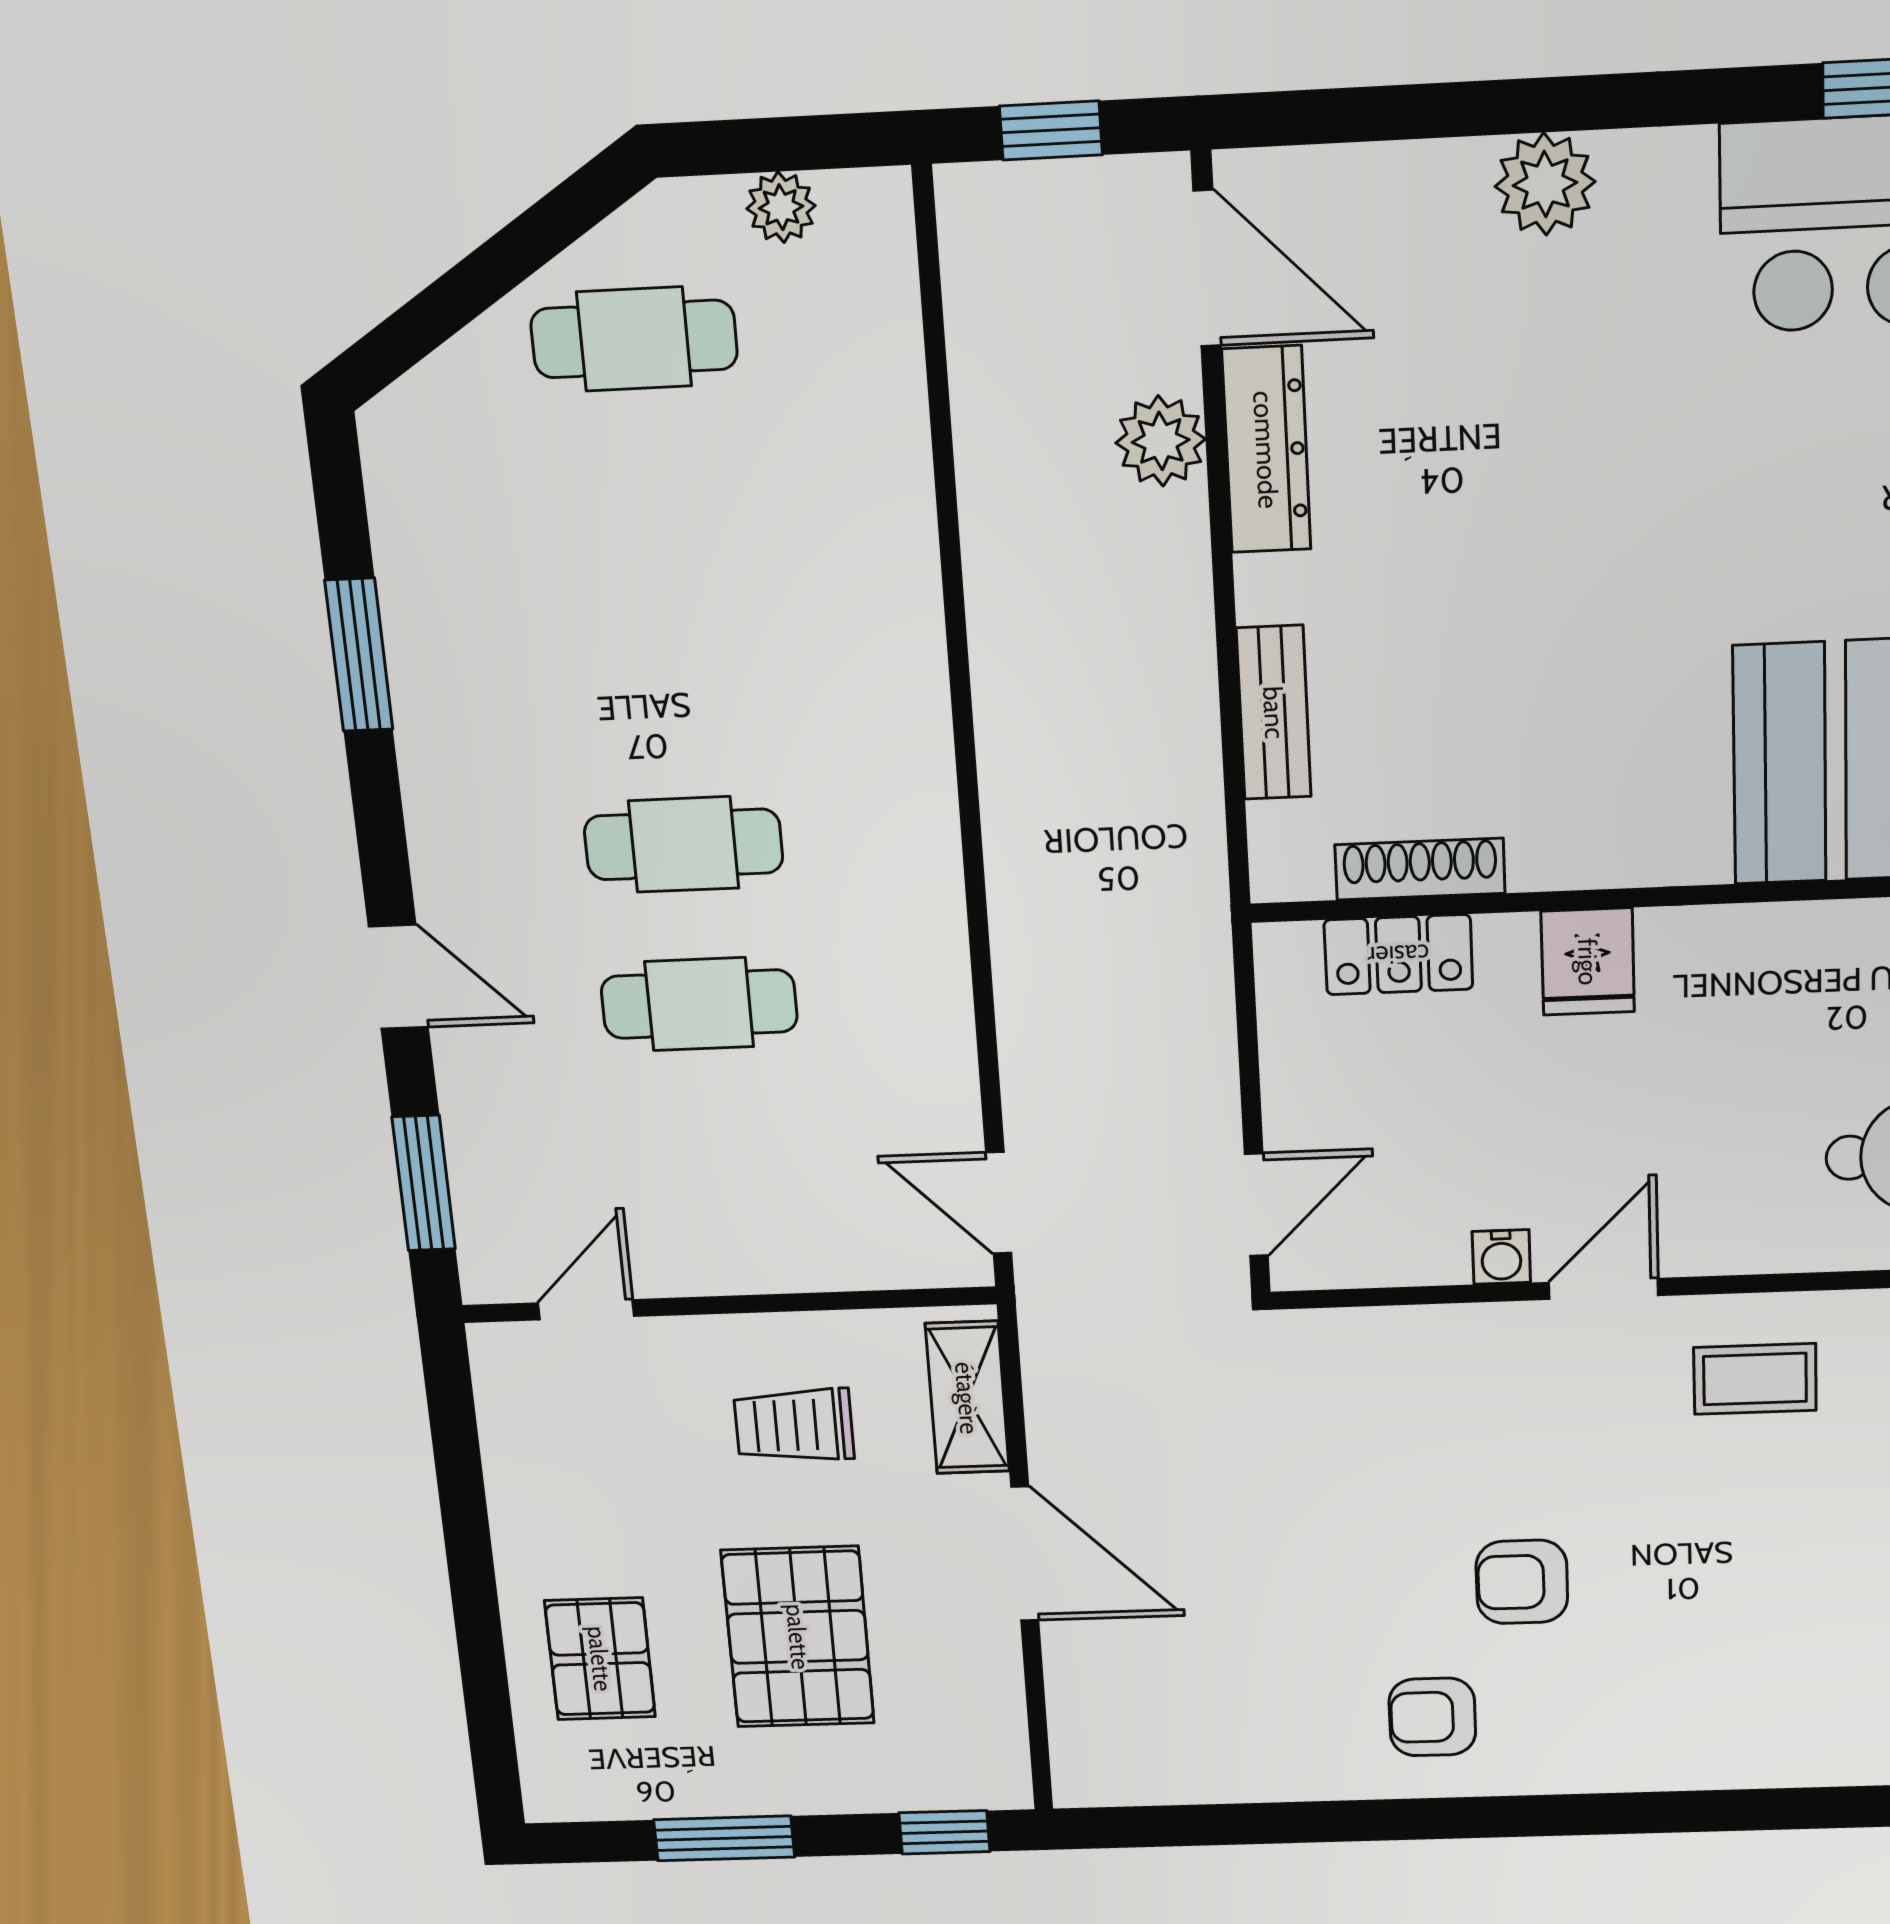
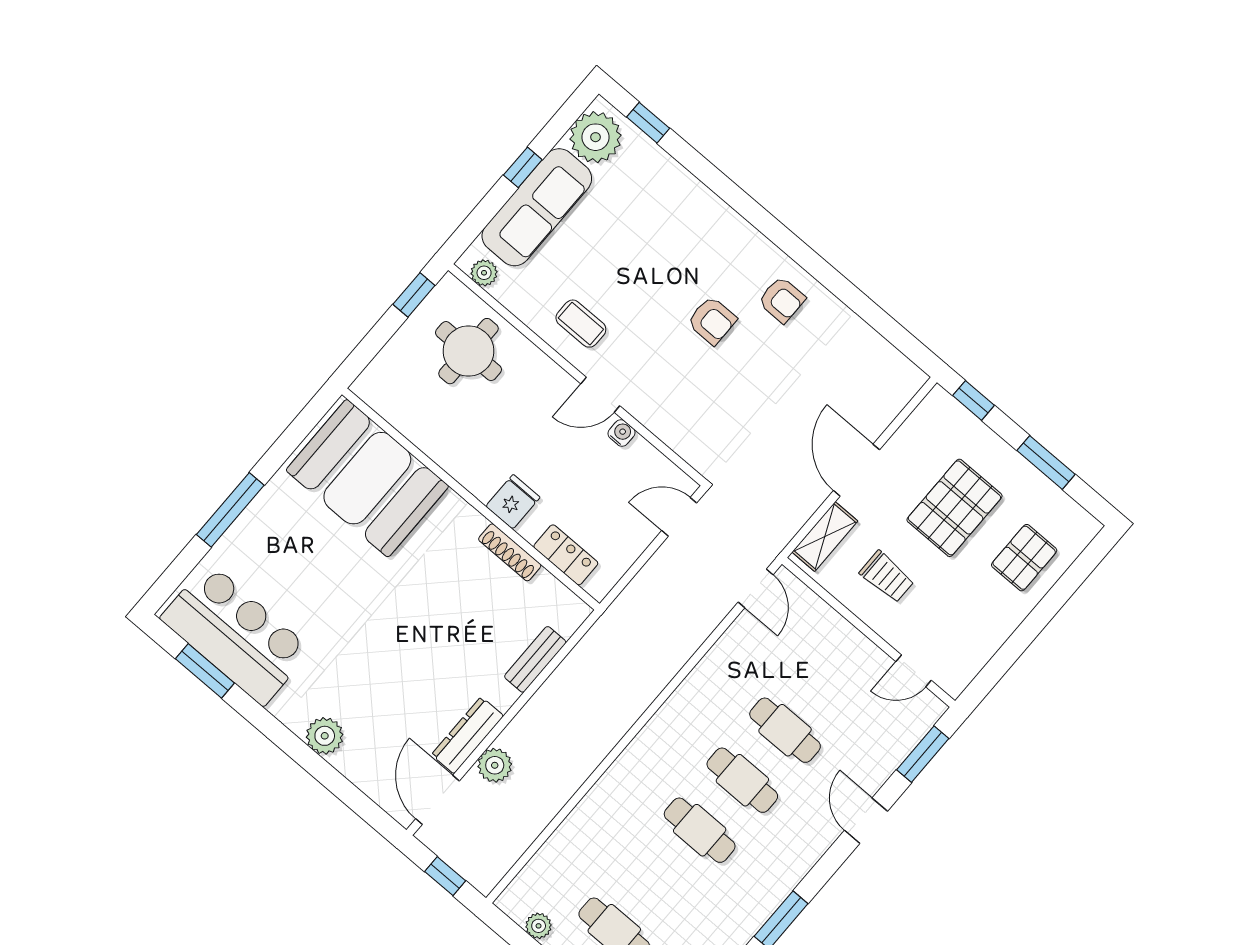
cafe table: (667, 680) -> (700, 830), added
shoe rack: (1420, 869) -> (510, 552), moved

